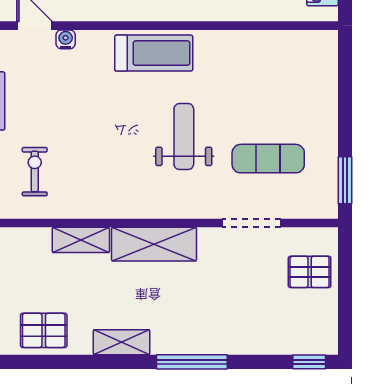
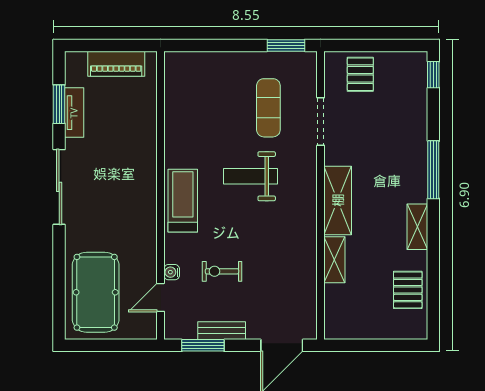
exercise bike: (35, 172) -> (222, 271), moved

